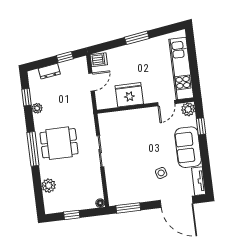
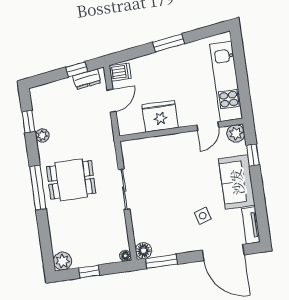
dresser: (49, 71) -> (87, 79), moved
plant: (49, 186) -> (63, 261), moved
floor lamp: (115, 199) -> (144, 251), added

